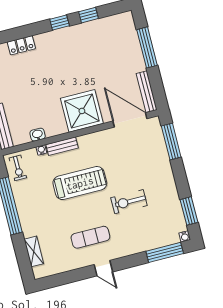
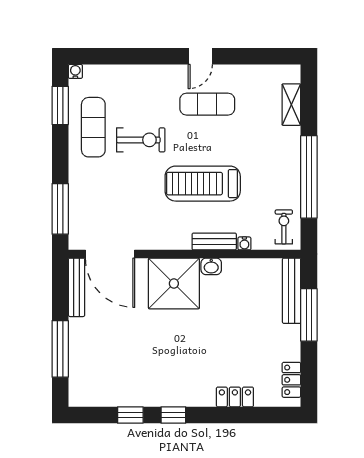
washbasin: (38, 135) -> (211, 266), moved
exercise mat: (163, 202) -> (93, 127), added
window: (165, 252) -> (109, 56), removed
door: (103, 268) -> (200, 56), swing flipped

